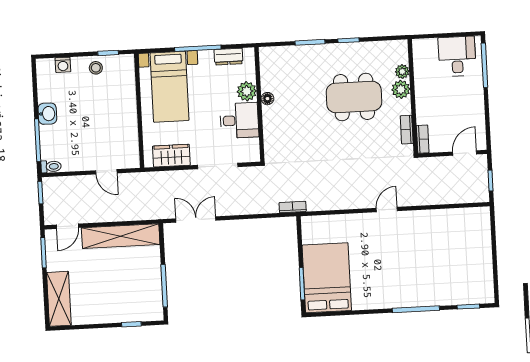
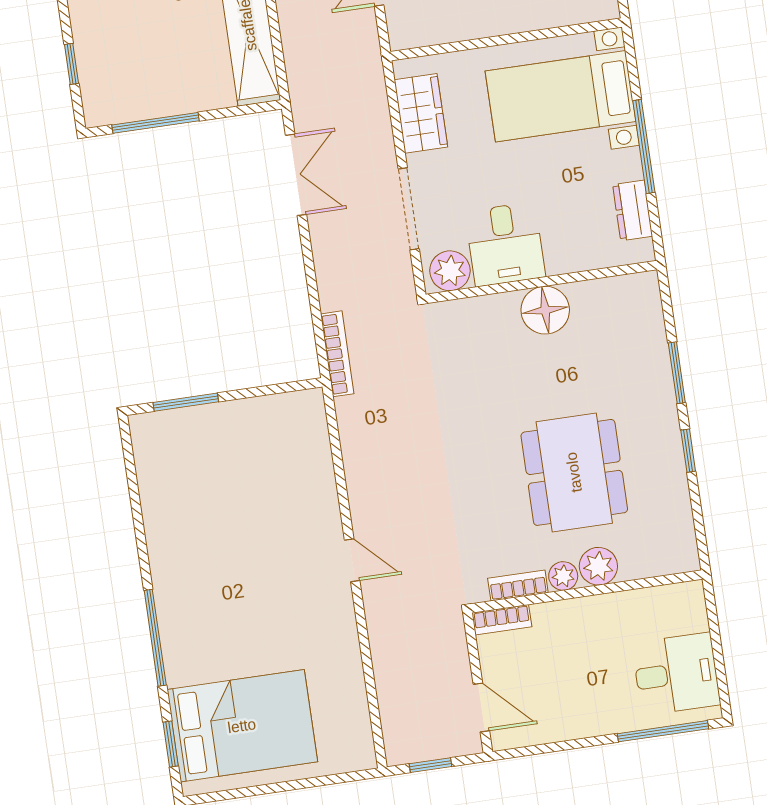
plant: (402, 72) -> (563, 576), moved
plant: (247, 91) -> (450, 271), moved
floor lamp: (267, 99) -> (545, 310), width x1.89, depth x1.89
bookcase: (293, 207) -> (337, 354), width x1.56
bed: (327, 278) -> (242, 726), moved

